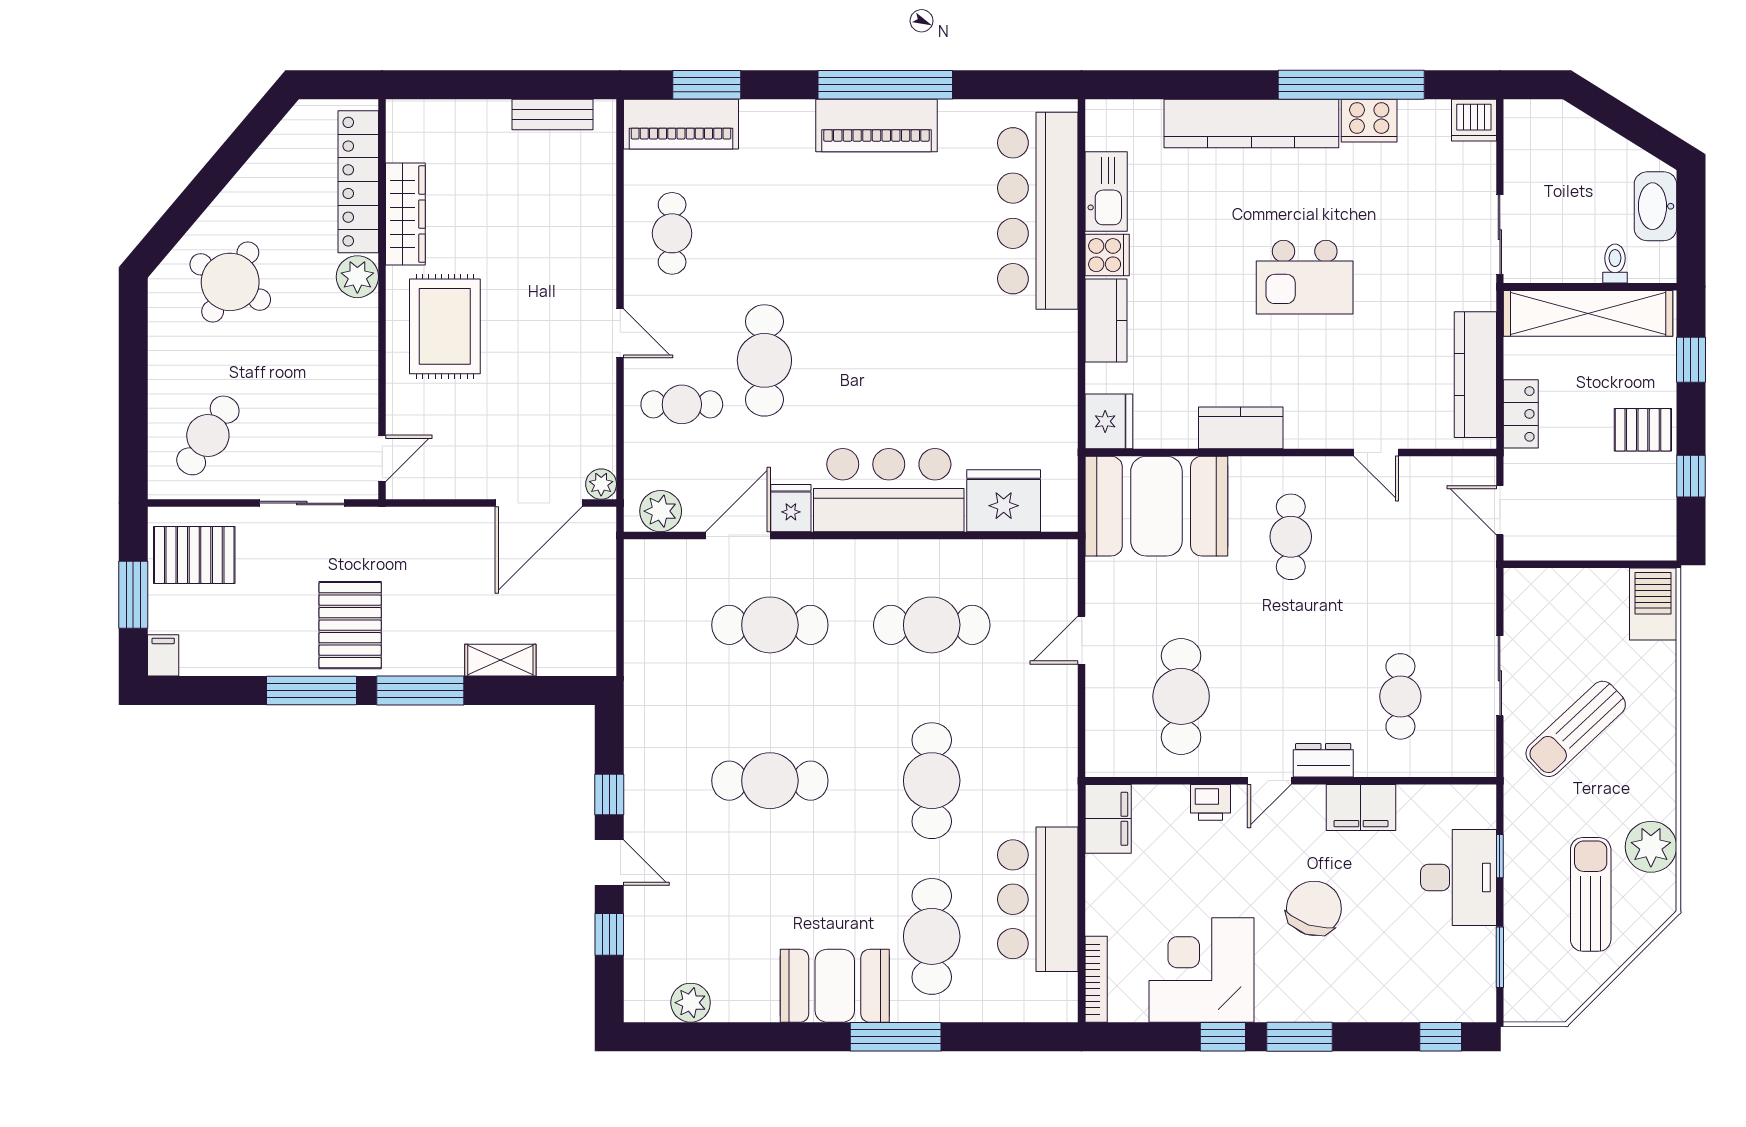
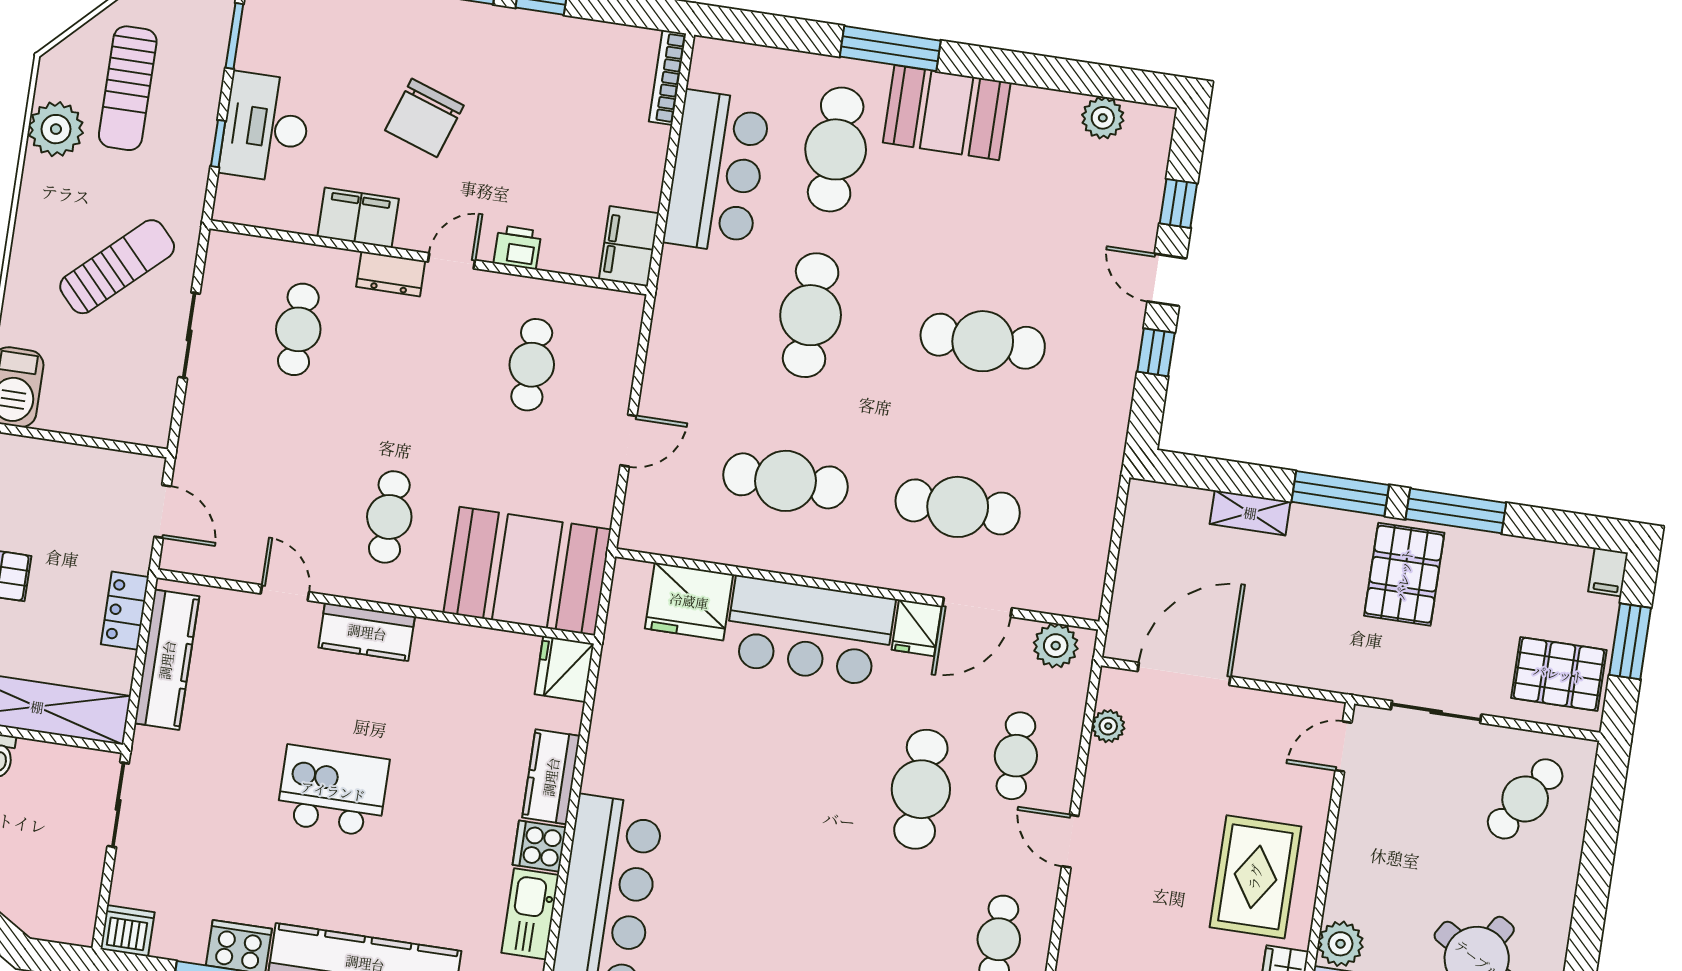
cafe table: (682, 404) -> (1016, 756), turned 90
kitchen counter: (1241, 428) -> (367, 632), moved
plant: (601, 484) -> (1108, 726), moved
cafe table: (1181, 696) -> (532, 365), width x0.73, depth x0.74
corner desk: (1201, 970) -> (554, 70), removed

